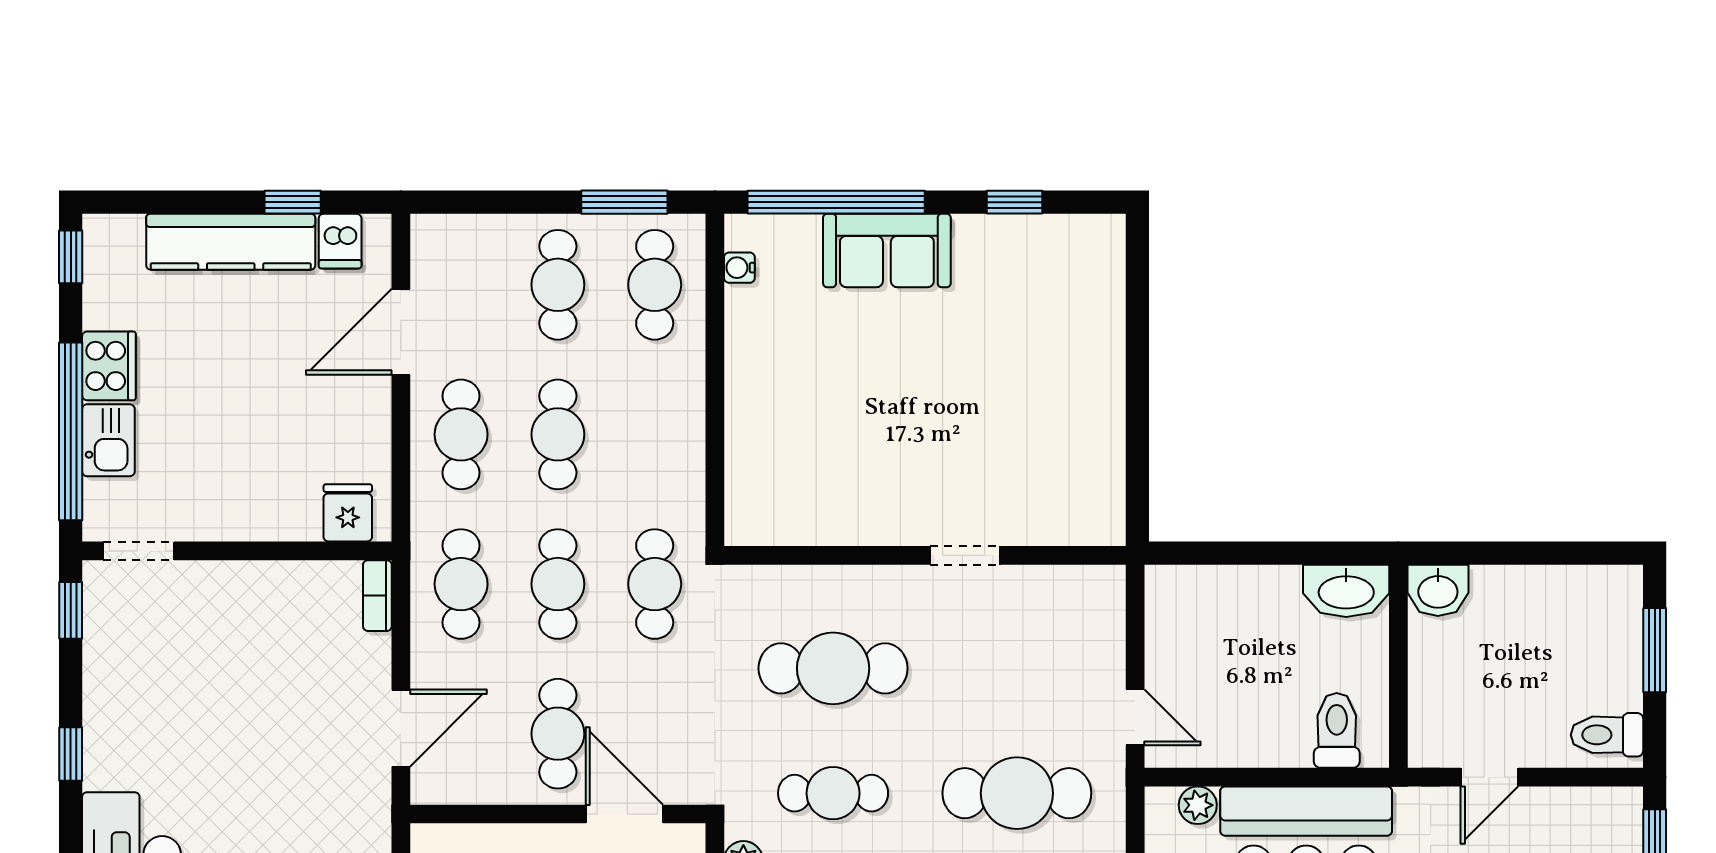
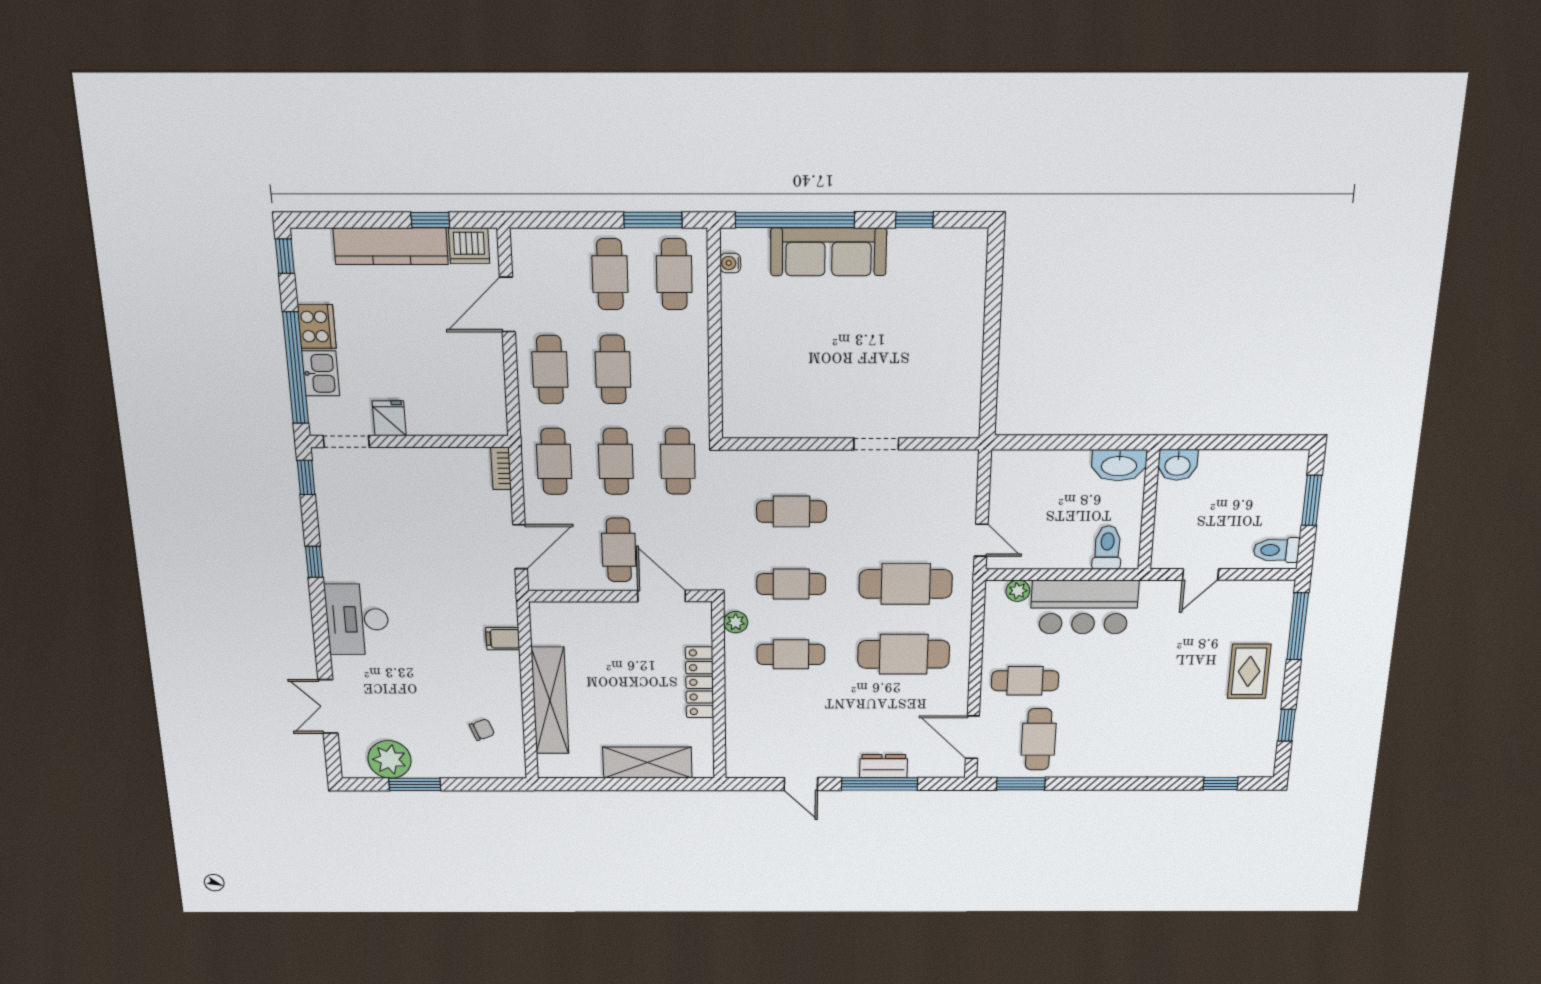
dishwasher: (340, 241) -> (469, 246), width x1.38
sofa: (887, 251) -> (828, 252), width x1.36
fridge: (348, 513) -> (389, 418), moved
cafe table: (833, 668) -> (791, 512), width x0.73, depth x0.74

